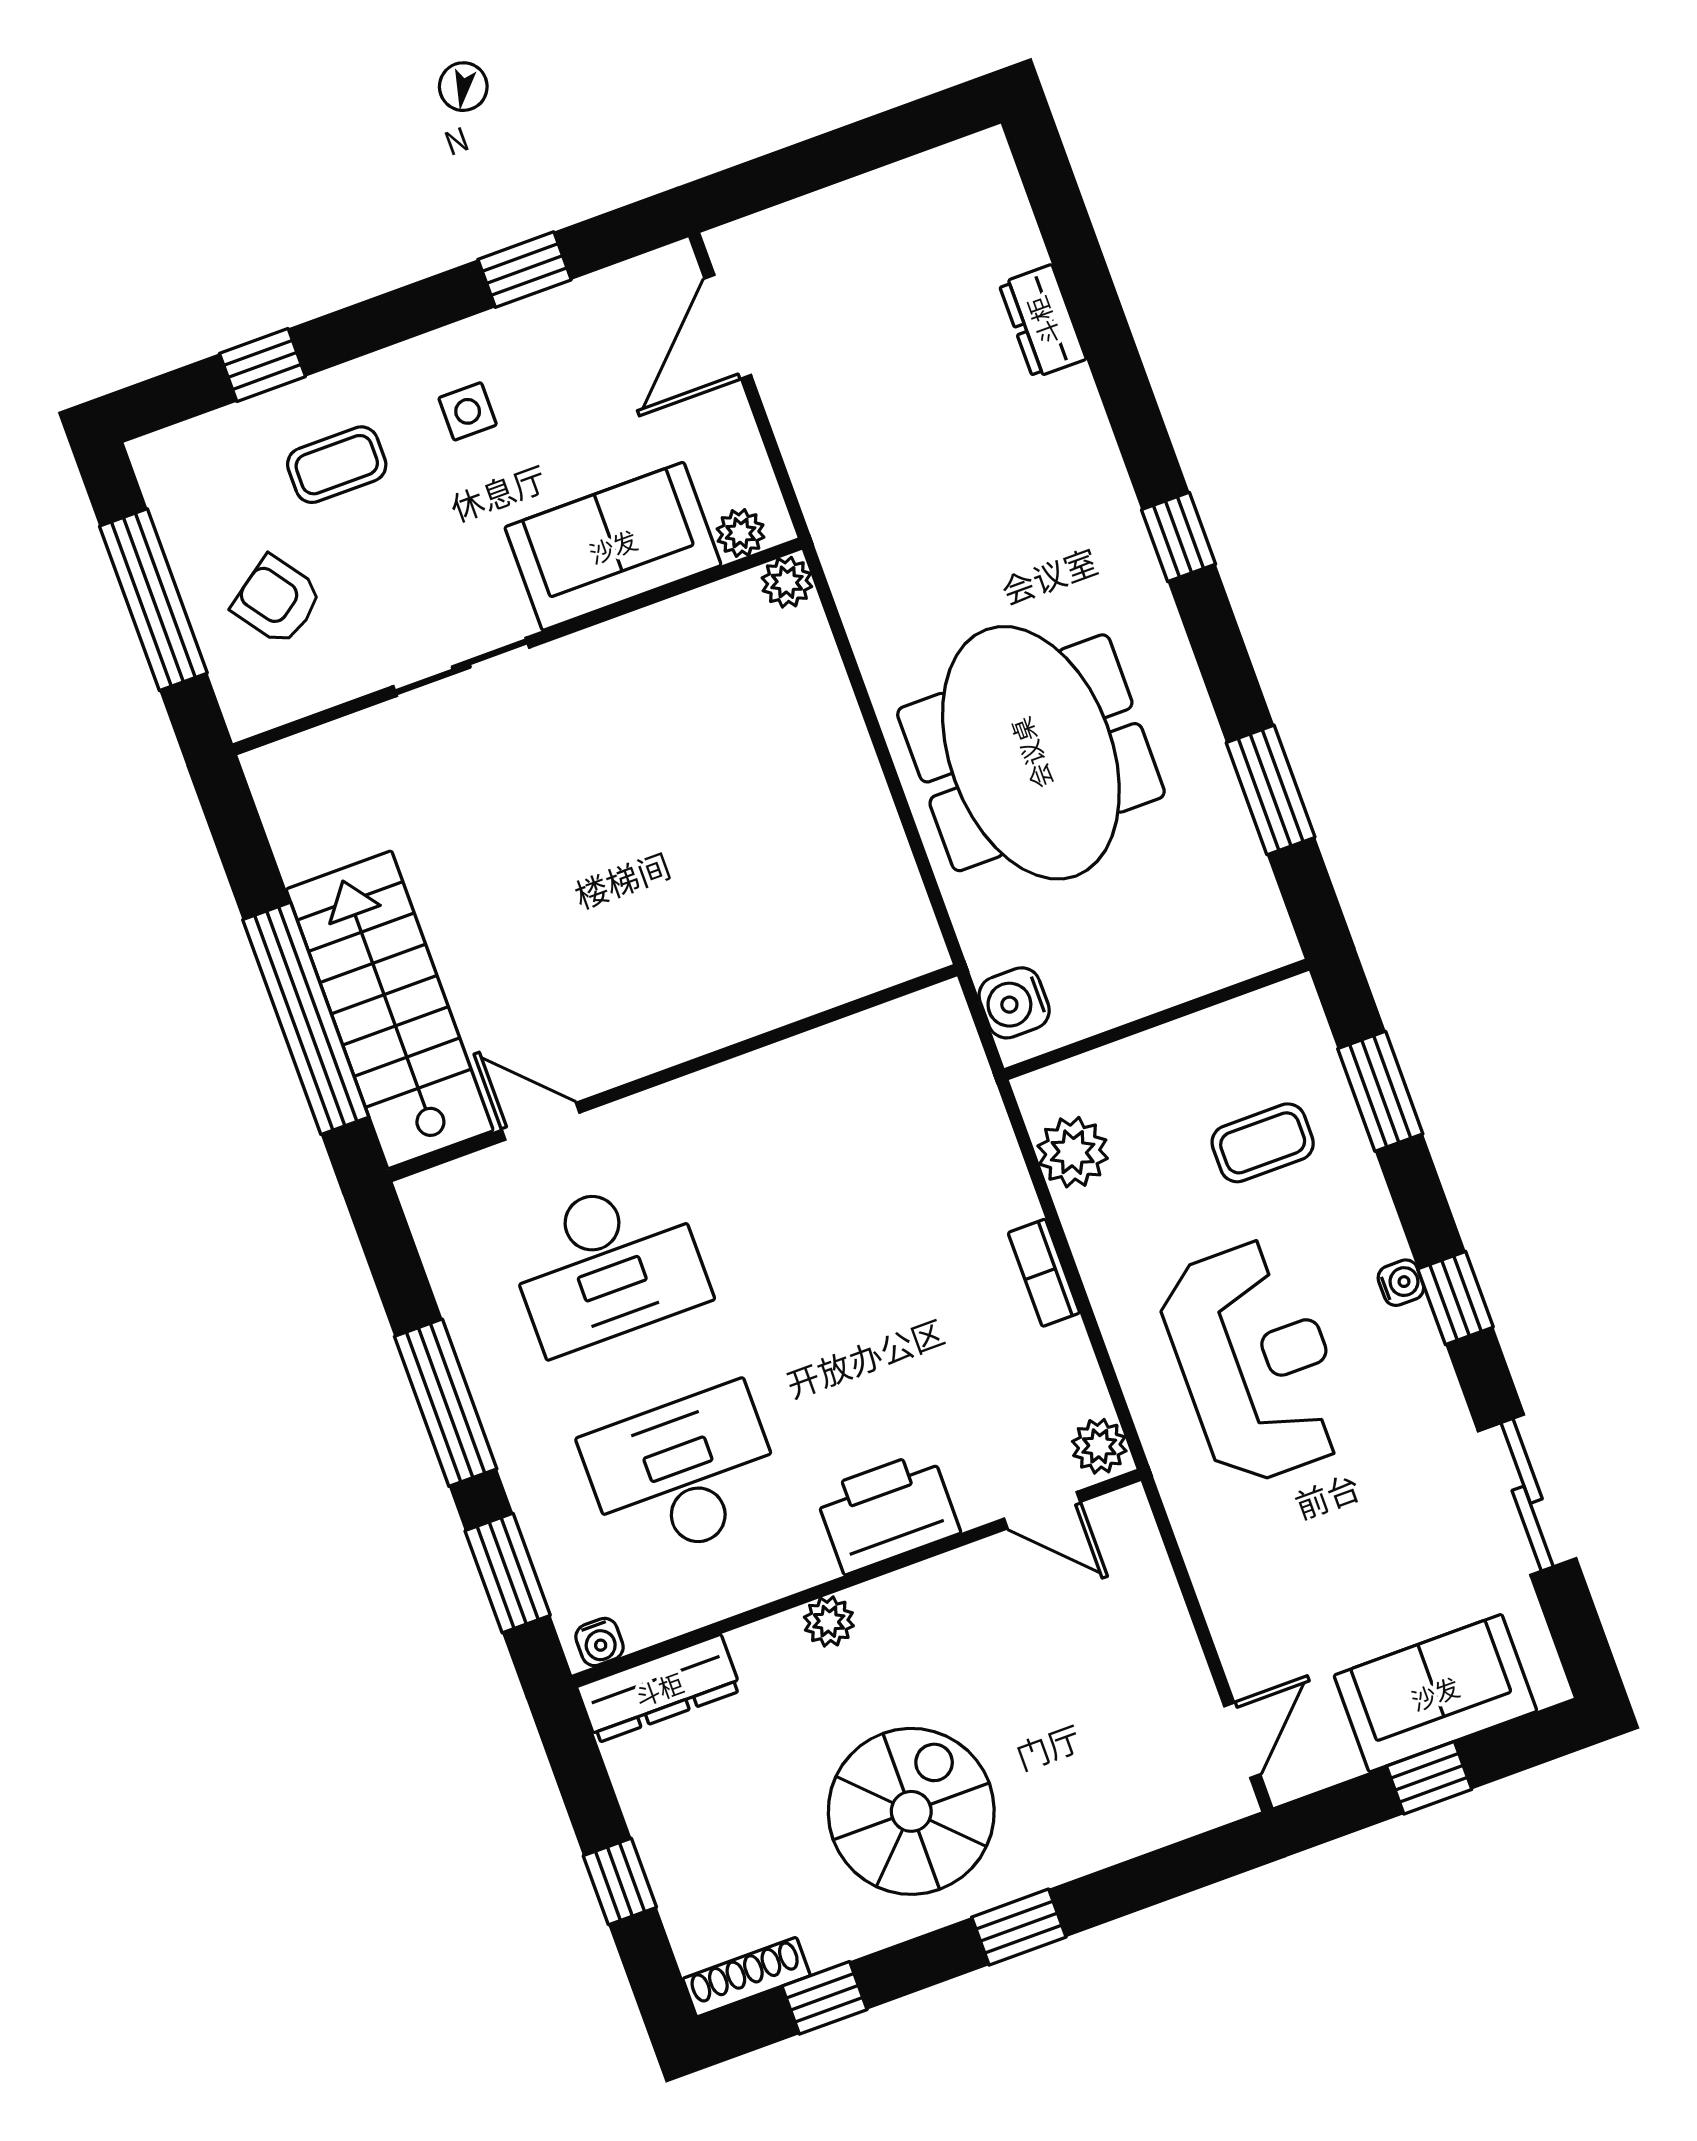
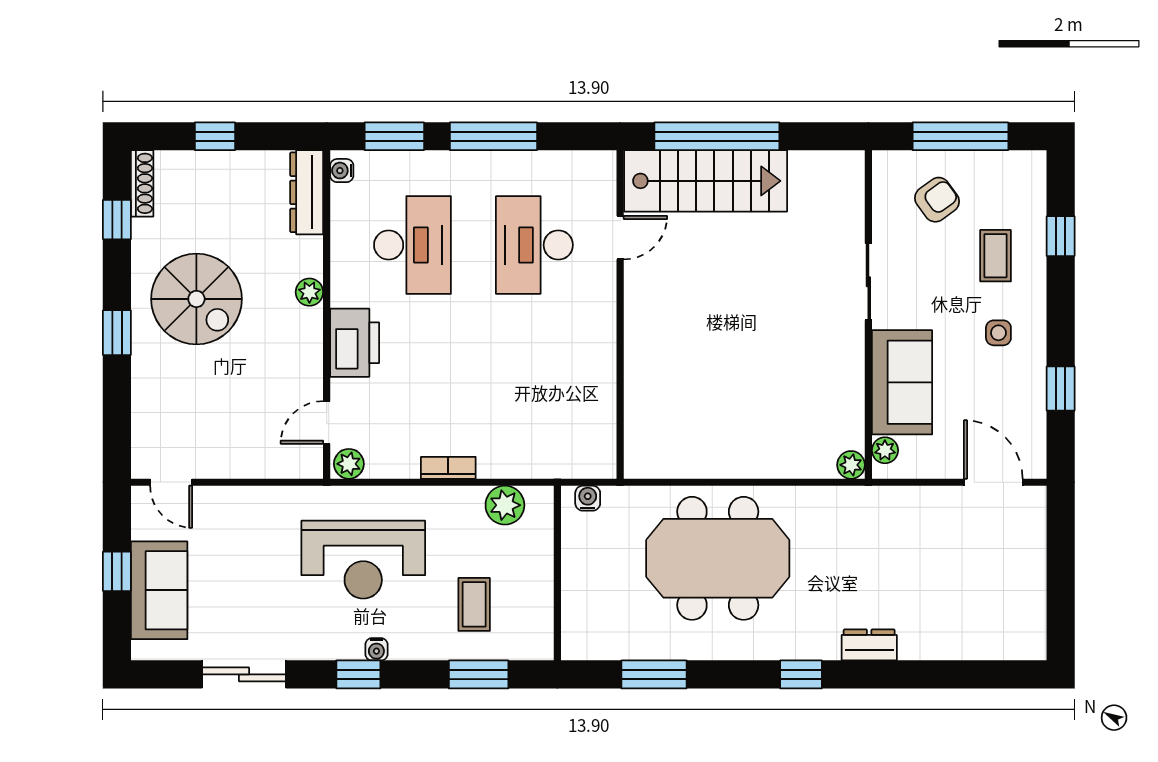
dresser: (1043, 321) -> (869, 645), moved
water cooler: (1014, 1003) -> (588, 498), width x0.72, depth x0.72

